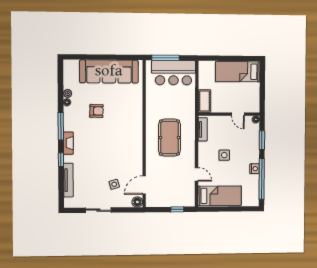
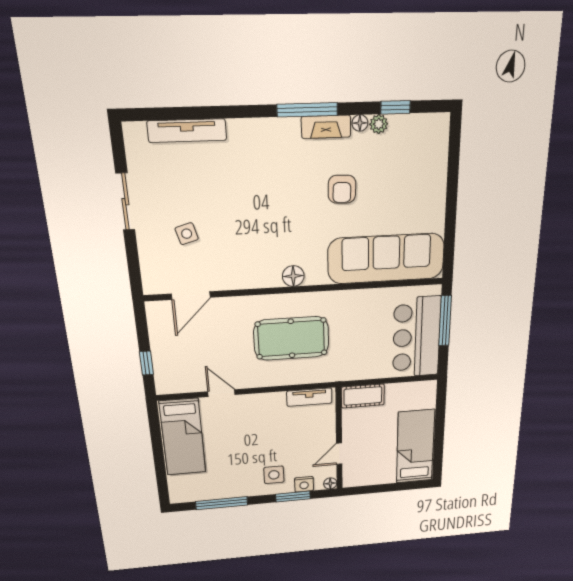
sofa: (109, 71) -> (386, 259), moved, turned 90
fireplace: (68, 143) -> (326, 127), moved
side table: (224, 155) -> (274, 475), moved
window: (61, 160) -> (395, 107), moved
nightstand: (255, 169) -> (304, 484), moved
door: (197, 174) -> (221, 393), swing flipped
window: (262, 179) -> (222, 503), width x0.68
door: (144, 185) -> (191, 296), swing flipped
floor lamp: (137, 202) -> (293, 276), moved

